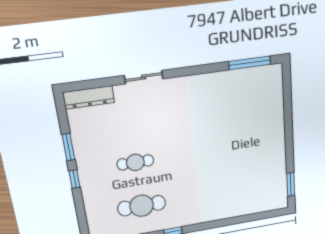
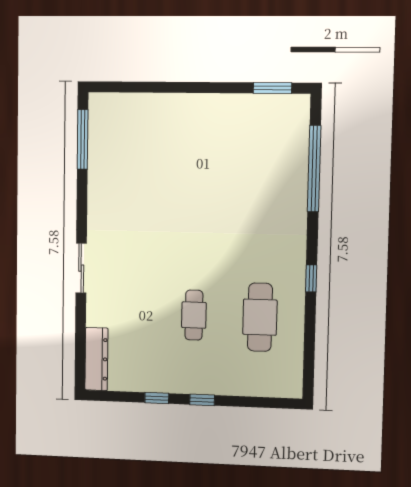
sliding door: (144, 77) -> (81, 268), moved
window: (68, 147) -> (157, 398), width x0.67
window: (243, 219) -> (314, 169), added

